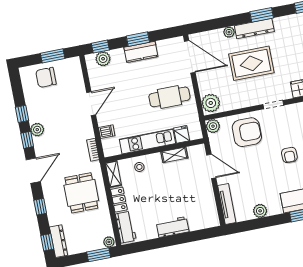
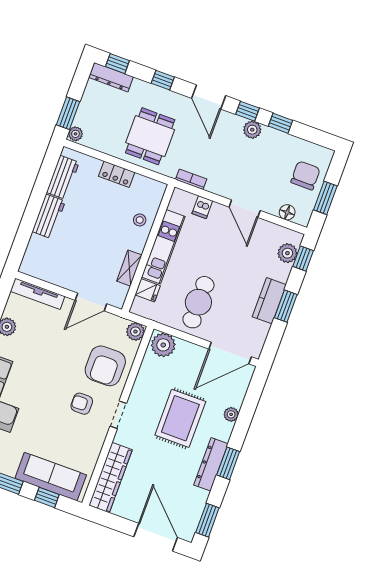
dresser: (254, 29) -> (211, 464), moved
floor lamp: (77, 75) -> (287, 212), added
armchair: (289, 155) -> (82, 404), moved
shelving: (113, 174) -> (149, 186), removed
dining table: (81, 193) -> (150, 136), turned 90
workbench: (126, 227) -> (63, 177), moved, turned -90

